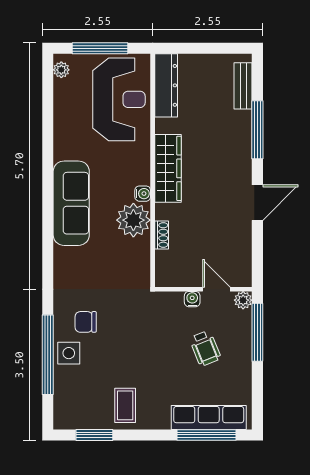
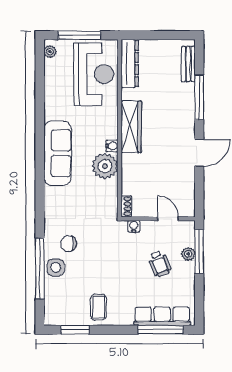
shoe rack: (162, 235) -> (126, 206), moved
water cooler: (192, 299) -> (134, 226), moved
plant: (243, 300) -> (188, 254), moved

